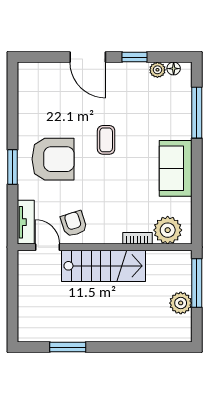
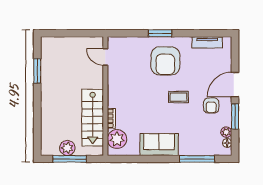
window: (134, 57) -> (235, 116), width x1.50
tv unit: (26, 222) -> (207, 42), moved
armchair: (74, 224) -> (211, 106), moved, turned 108
door: (48, 247) -> (105, 57), swing flipped
stairs: (104, 266) -> (93, 118), moved
window: (197, 283) -> (70, 159), moved

